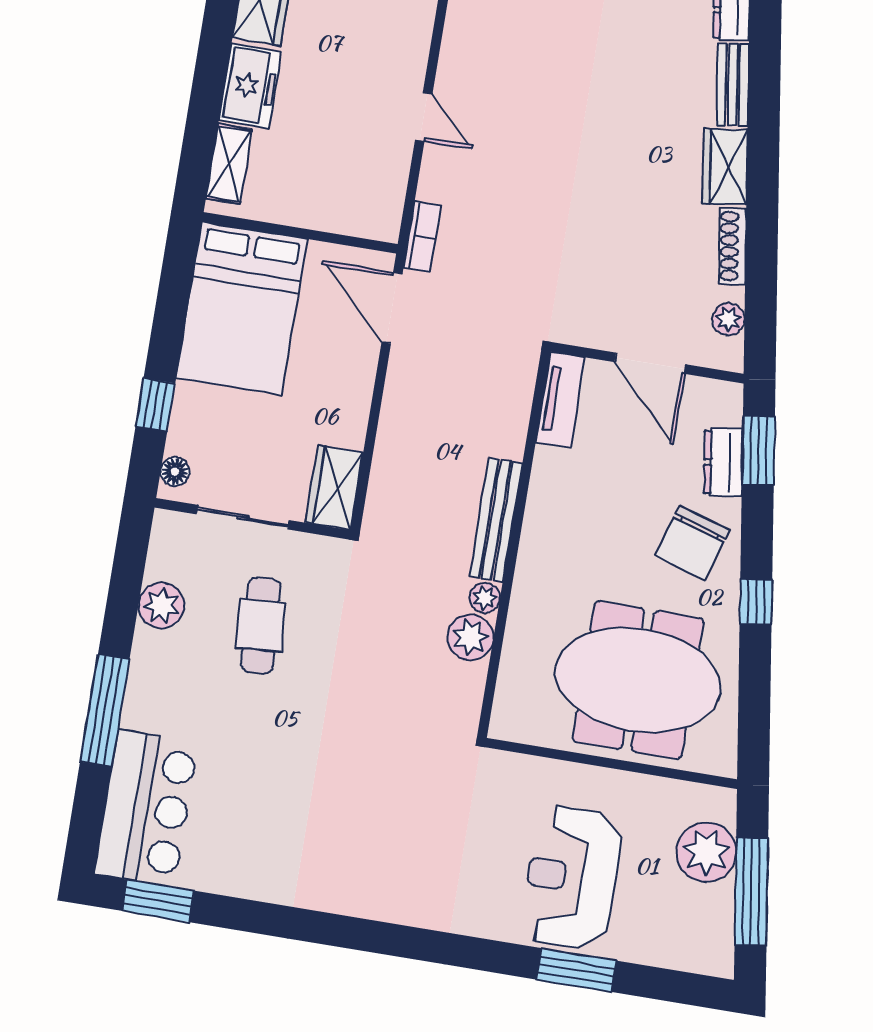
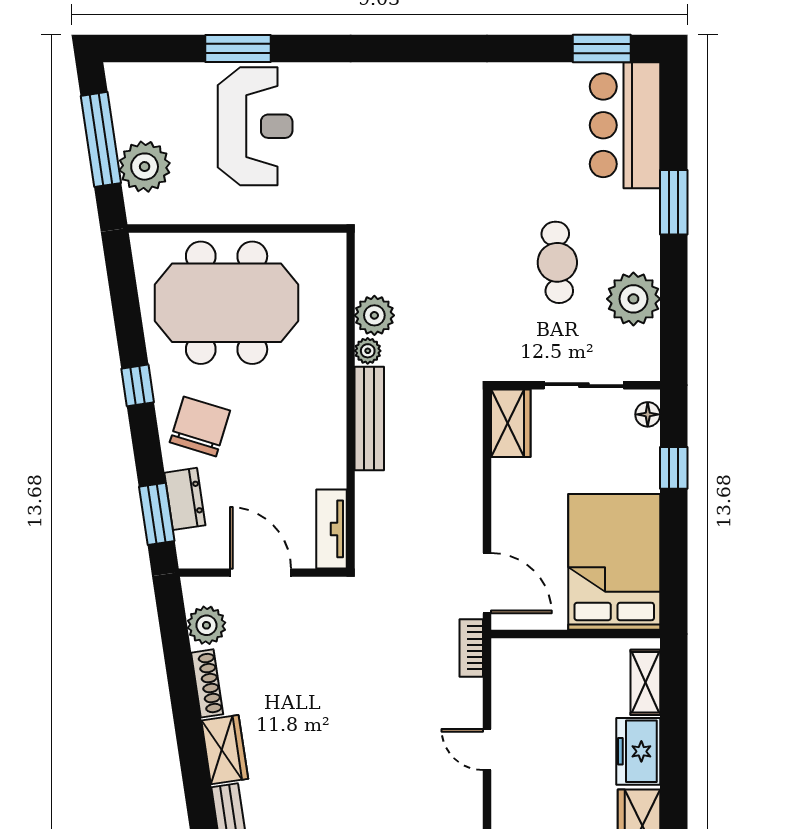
plant: (728, 319) -> (206, 625), width x1.38, depth x1.38
plant: (161, 606) -> (633, 299), width x1.36, depth x1.36
cafe table: (261, 625) -> (557, 262), moved
window: (105, 710) -> (674, 202), width x0.69

